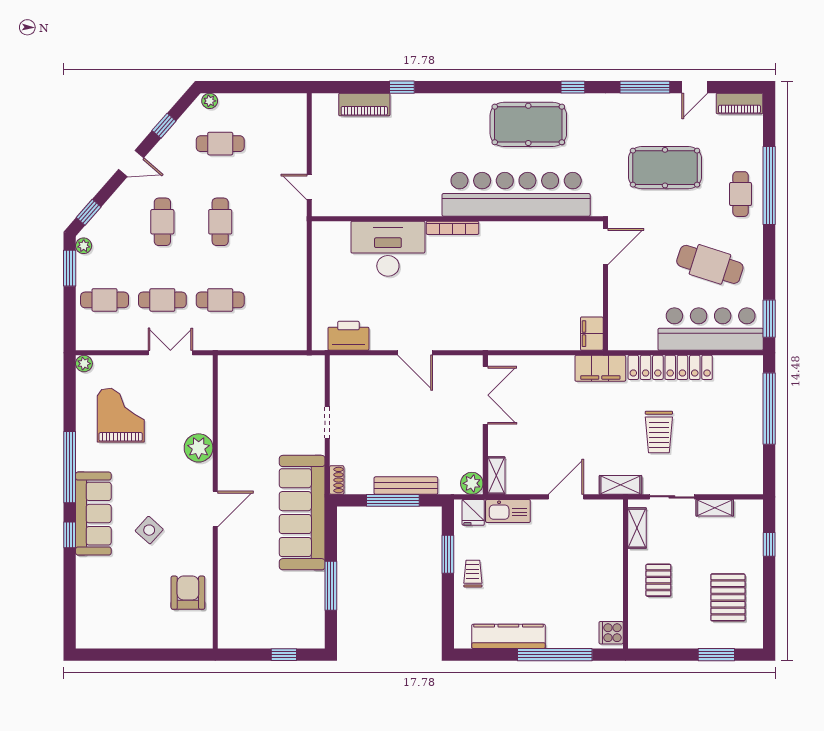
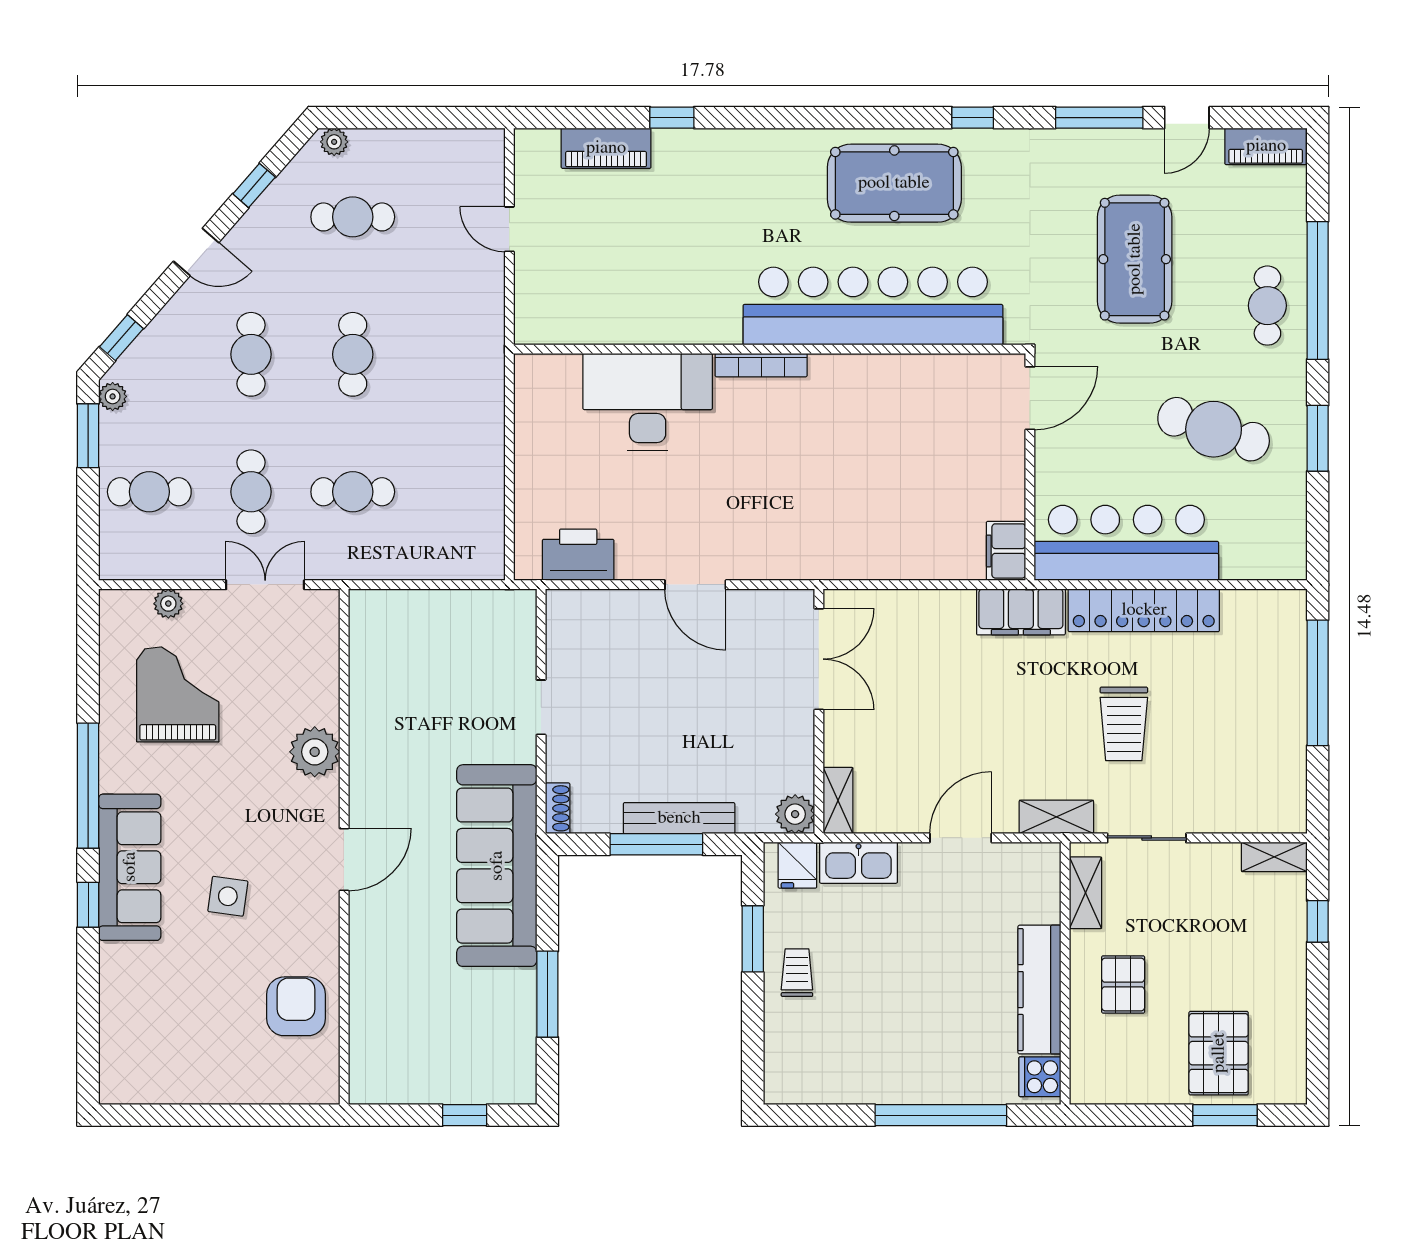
pool table: (665, 168) -> (1135, 259), turned 90
door: (309, 187) -> (509, 229), moved
cafe table: (162, 300) -> (251, 492), turned 90
window: (769, 319) -> (1318, 438), moved
bar counter: (711, 329) -> (1126, 543), moved
plant: (84, 364) -> (168, 604), moved
shelving: (715, 508) -> (1274, 857), moved
side table: (149, 530) -> (228, 896), turned -34
pallet: (728, 597) -> (1219, 1053), moved
kitchen counter: (508, 636) -> (1039, 990), moved, turned -90

